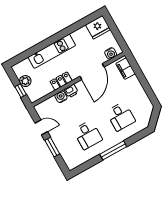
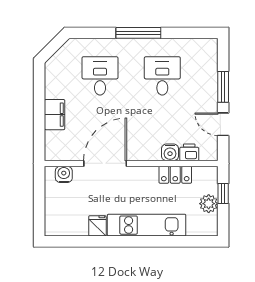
fridge: (98, 27) -> (97, 226), moved, width x0.53, depth x0.75
filing cabinet: (126, 69) -> (55, 115), moved
locker: (61, 81) -> (175, 175), moved
printer: (71, 91) -> (189, 152), moved

